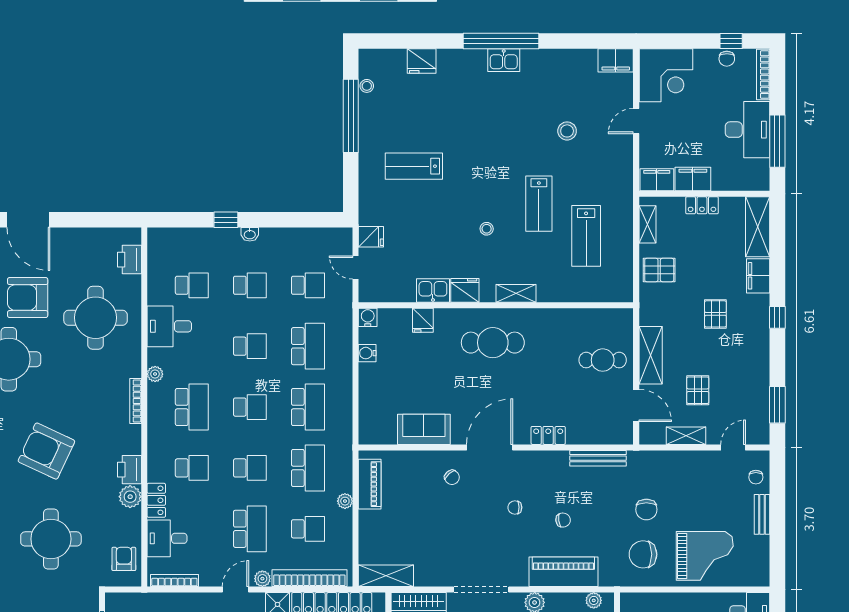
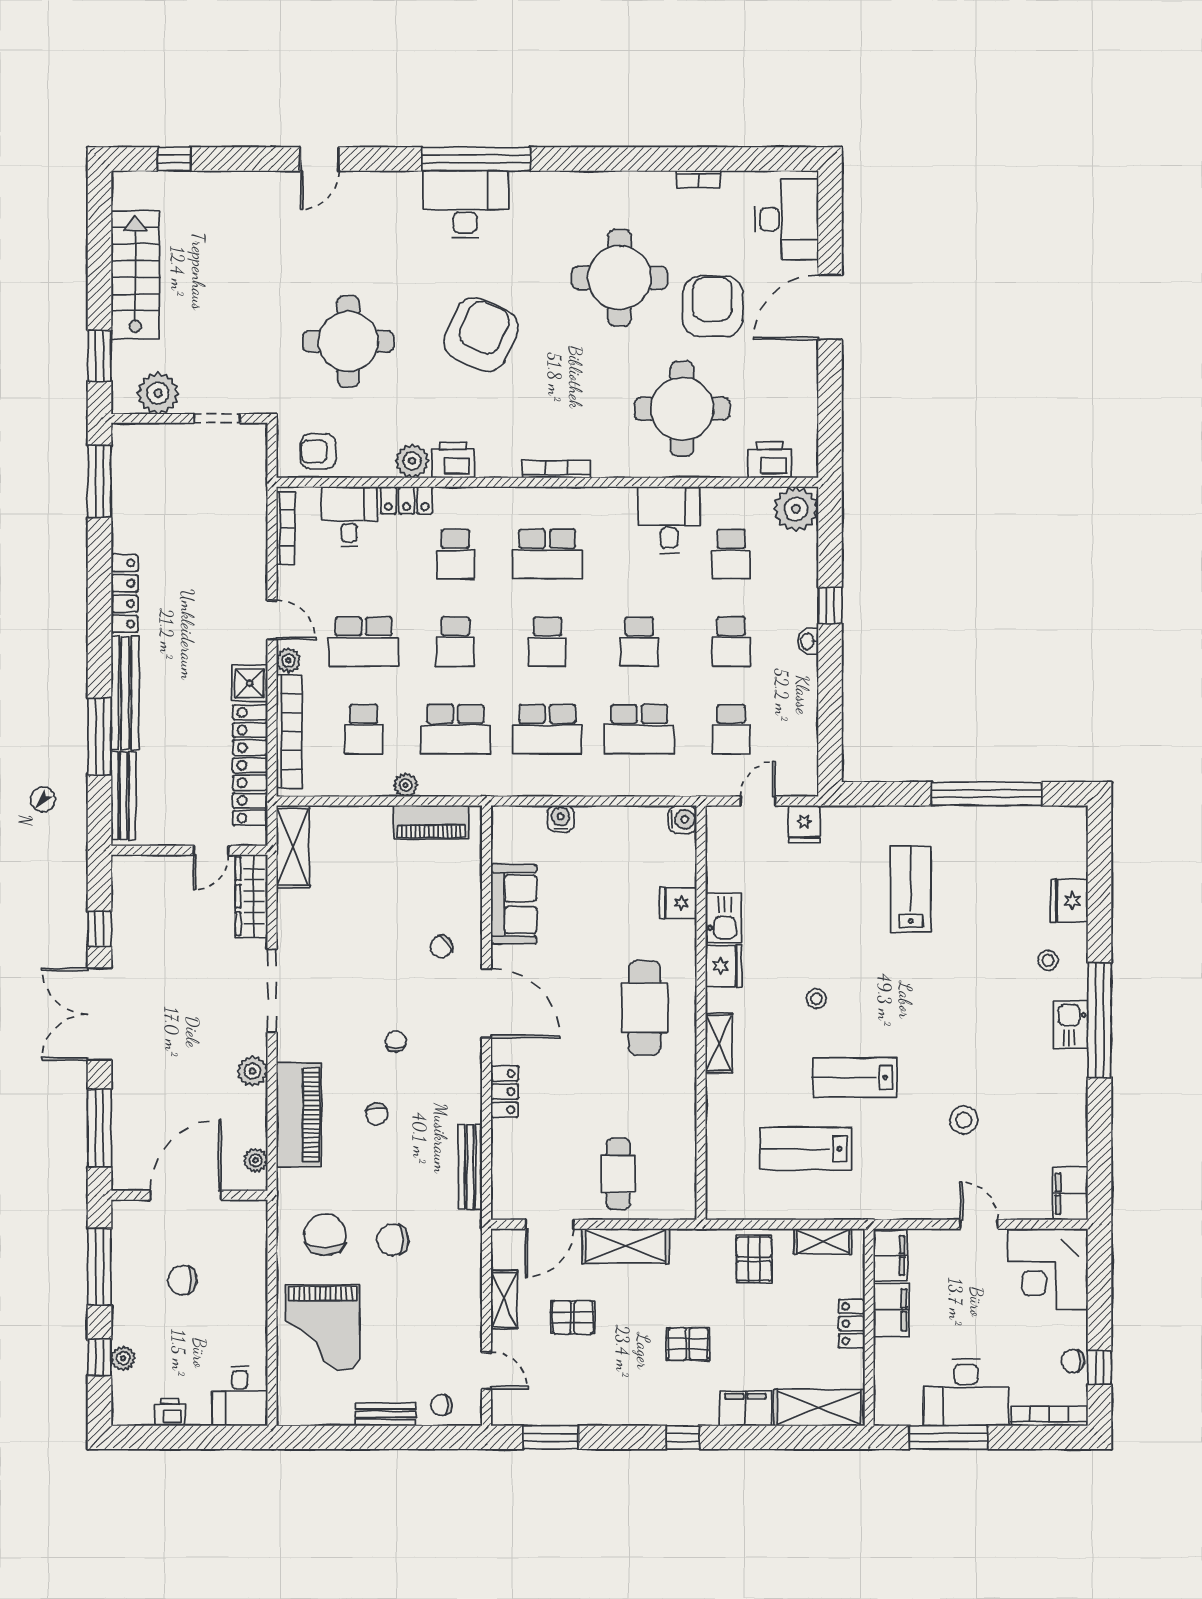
stool: (367, 86) -> (1048, 960), moved
water cooler: (367, 353) -> (561, 819), moved
plant: (155, 374) -> (796, 509), moved, width x1.88, depth x1.88
armchair: (124, 559) -> (318, 451), turned 180

